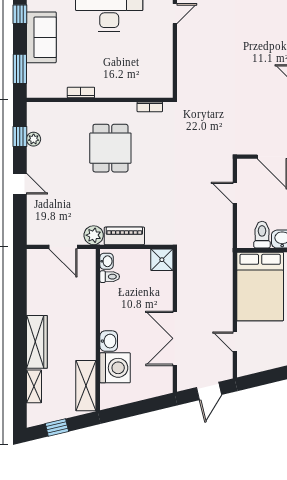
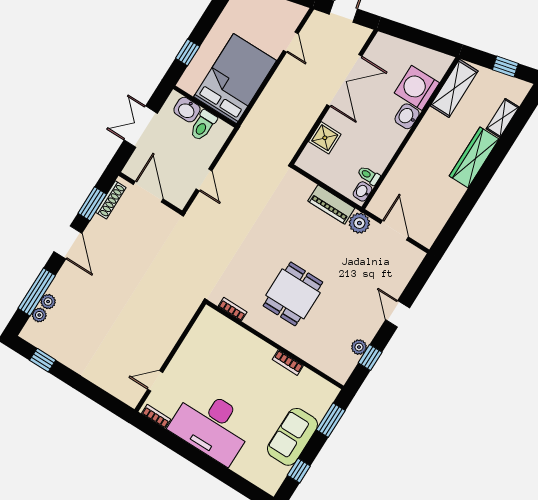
shower: (162, 260) -> (325, 138), moved

